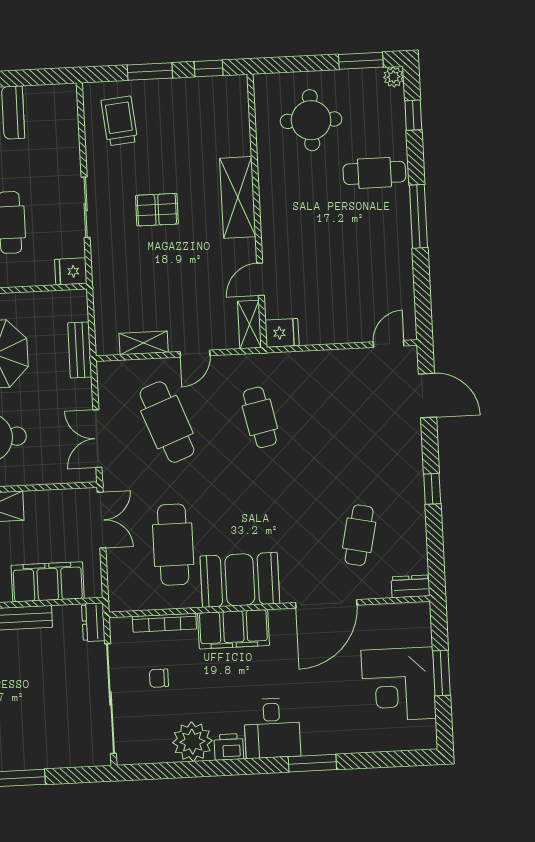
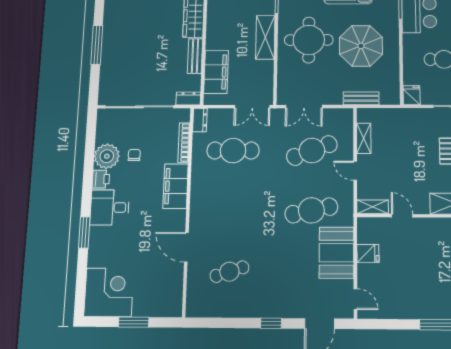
fridge: (282, 333) -> (368, 254), moved, turned -90
cafe table: (260, 417) -> (311, 210), width x1.37, depth x1.35
double door: (97, 439) -> (304, 107), swing flipped
window: (432, 489) -> (271, 323), moved
cafe table: (359, 535) -> (229, 272), turned -30
booth: (240, 580) -> (337, 253), moved
dresser: (411, 586) -> (200, 120), moved
door: (326, 604) -> (186, 247), width x0.73
chair: (159, 678) -> (134, 155), moved
corner desk: (399, 684) -> (109, 292), moved, turned 90

